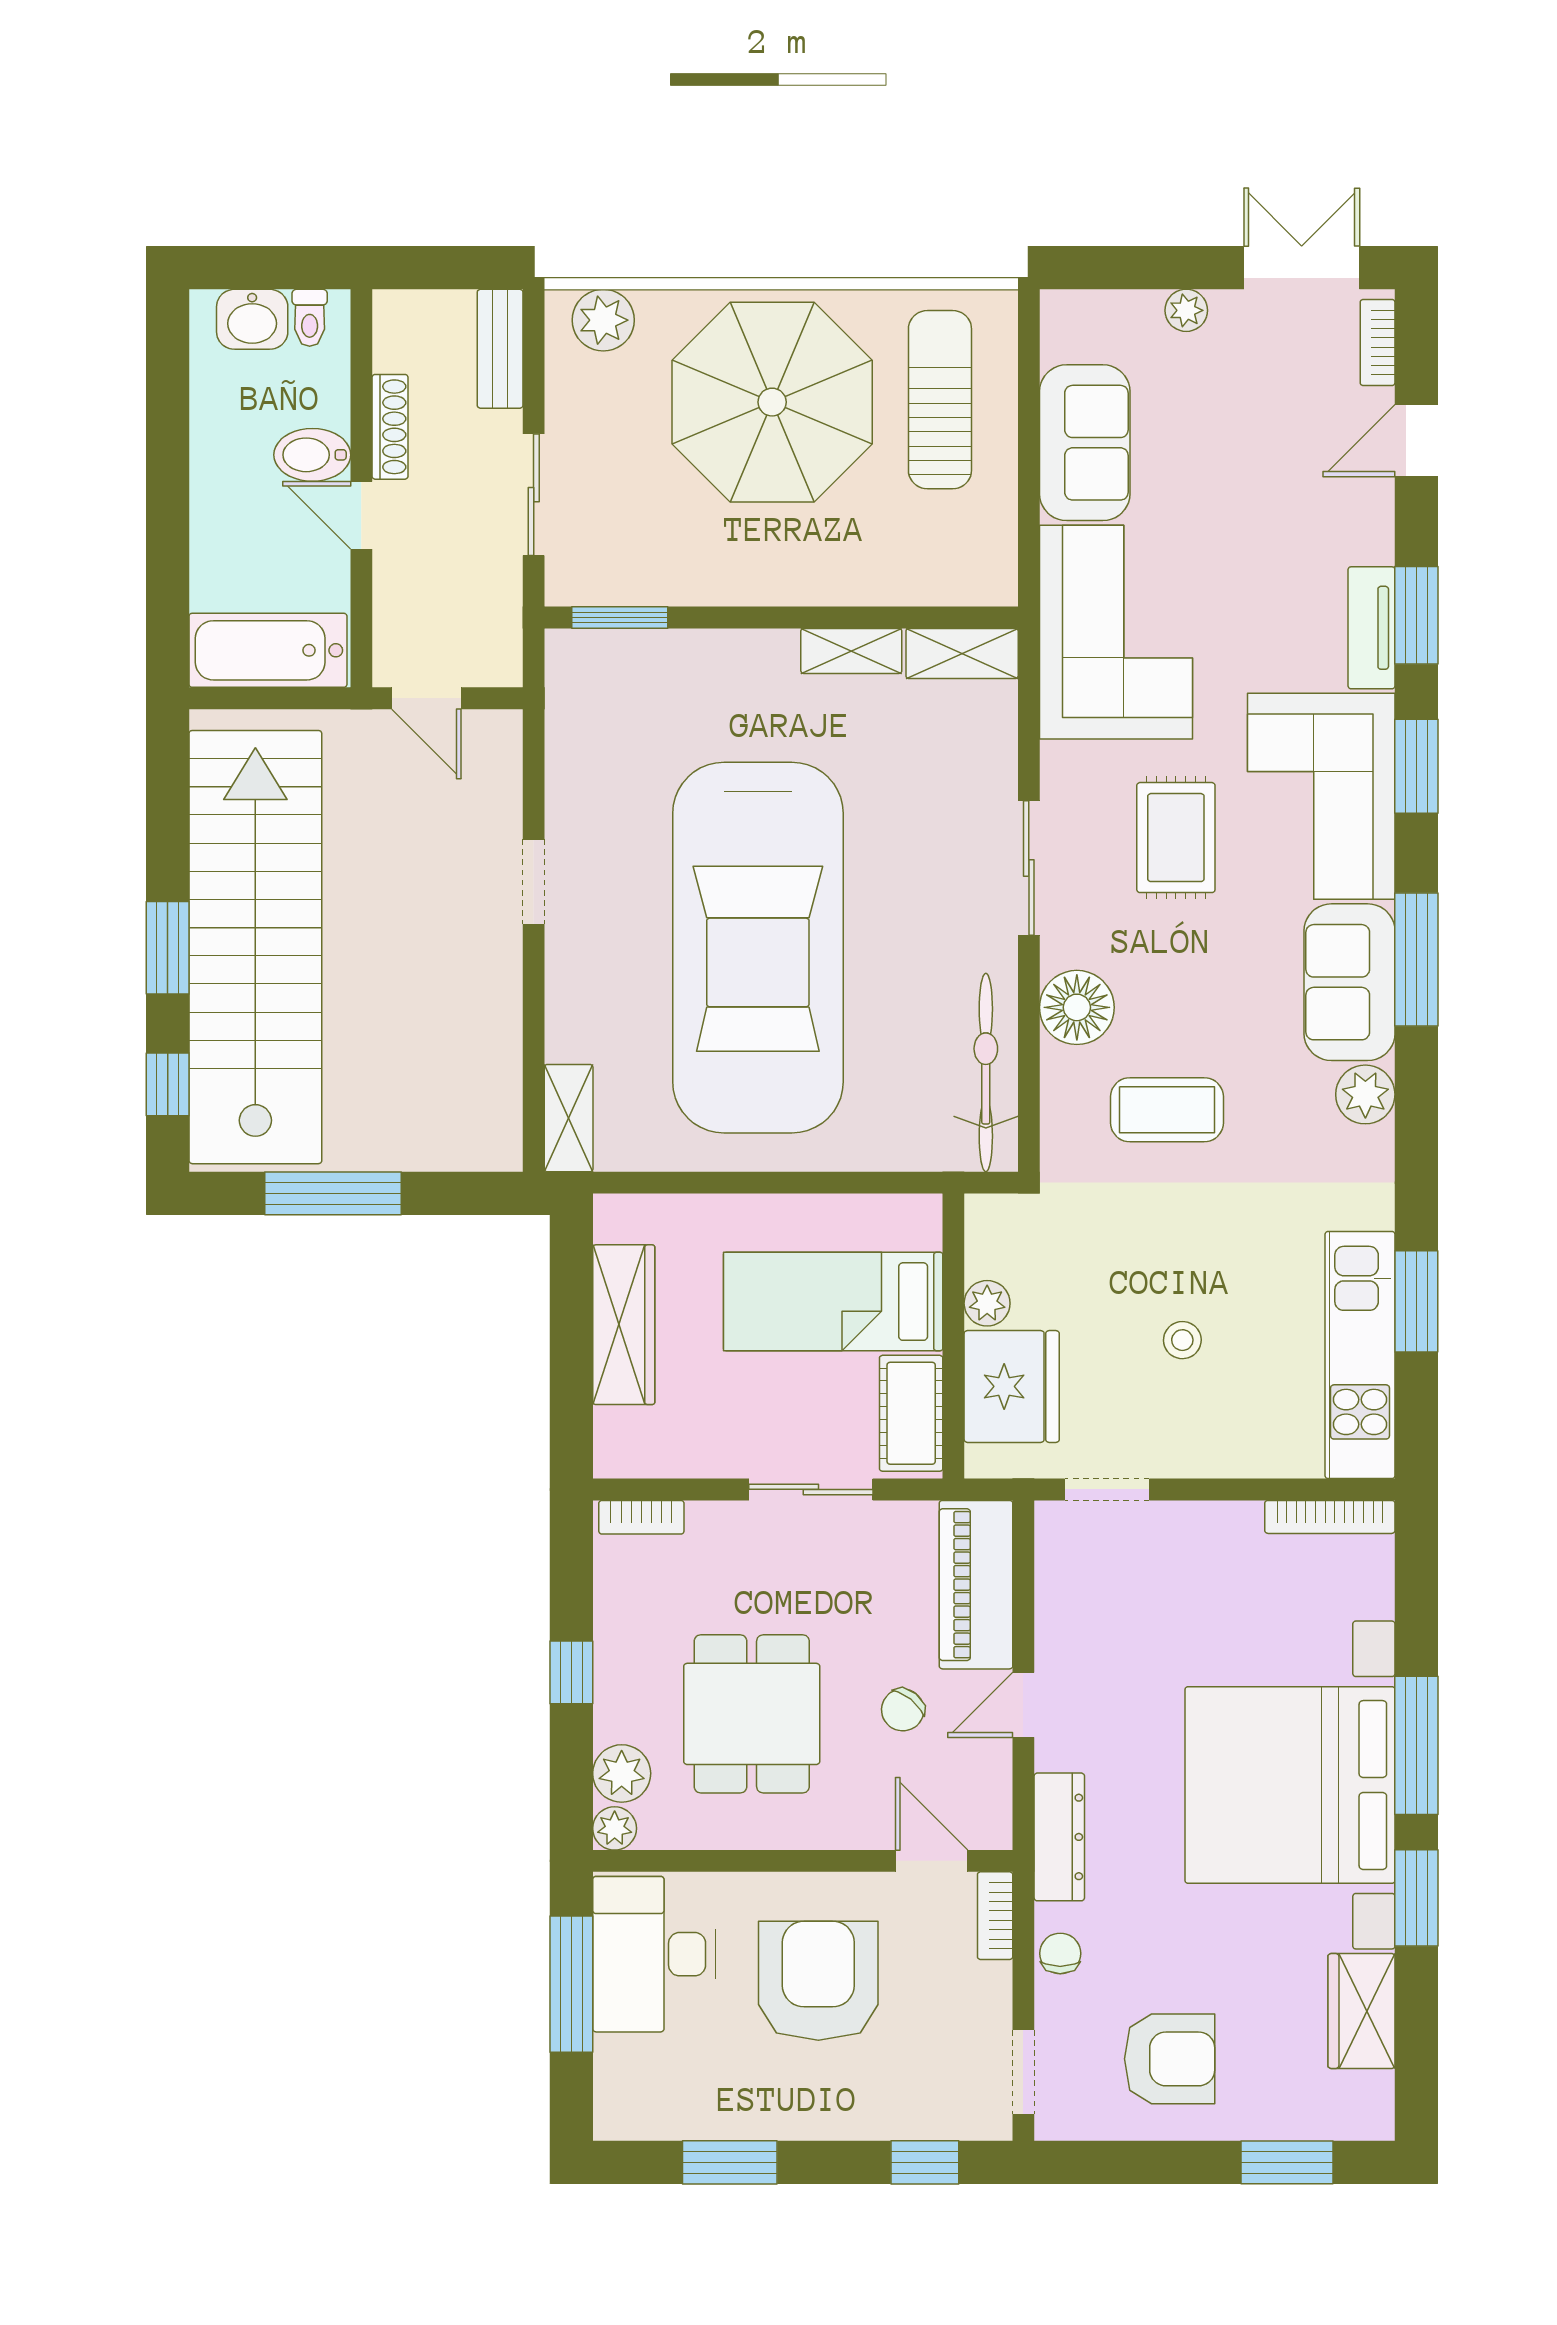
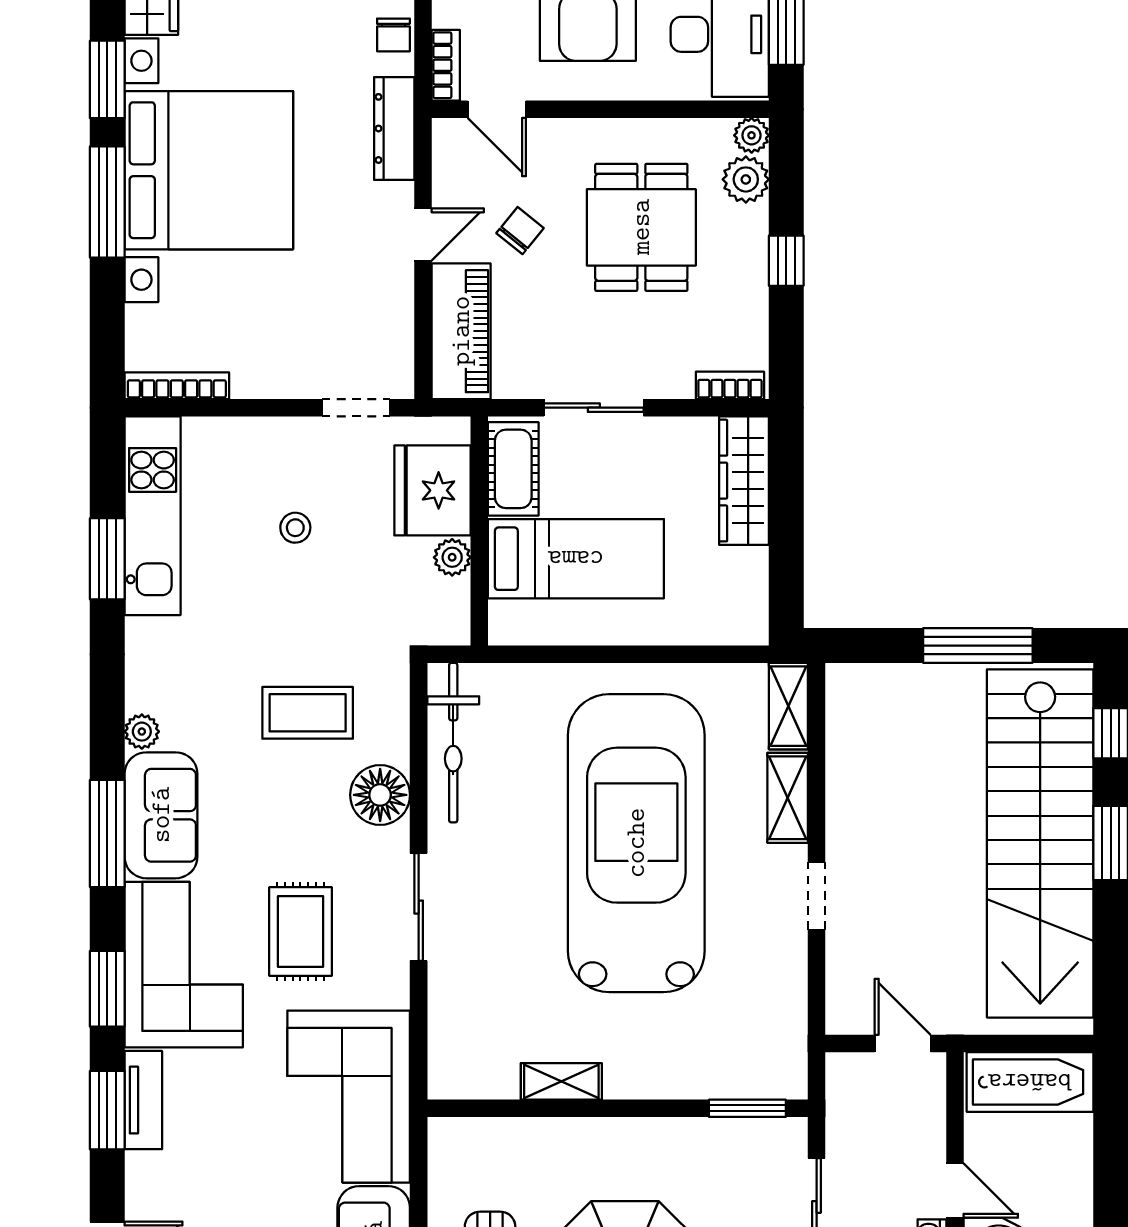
shelving: (962, 653) -> (788, 798), moved, turned 90
plant: (1365, 1094) -> (142, 732), width x0.73, depth x0.73
wardrobe: (624, 1325) -> (744, 481), moved

